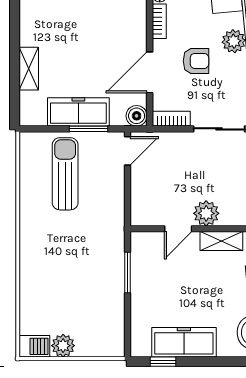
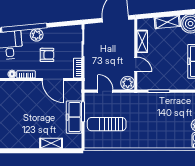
armchair: (196, 61) -> (47, 55), turned 90
boiler: (137, 116) -> (76, 86), removed
door: (127, 151) -> (105, 91), moved
plant: (206, 213) -> (128, 83), moved

